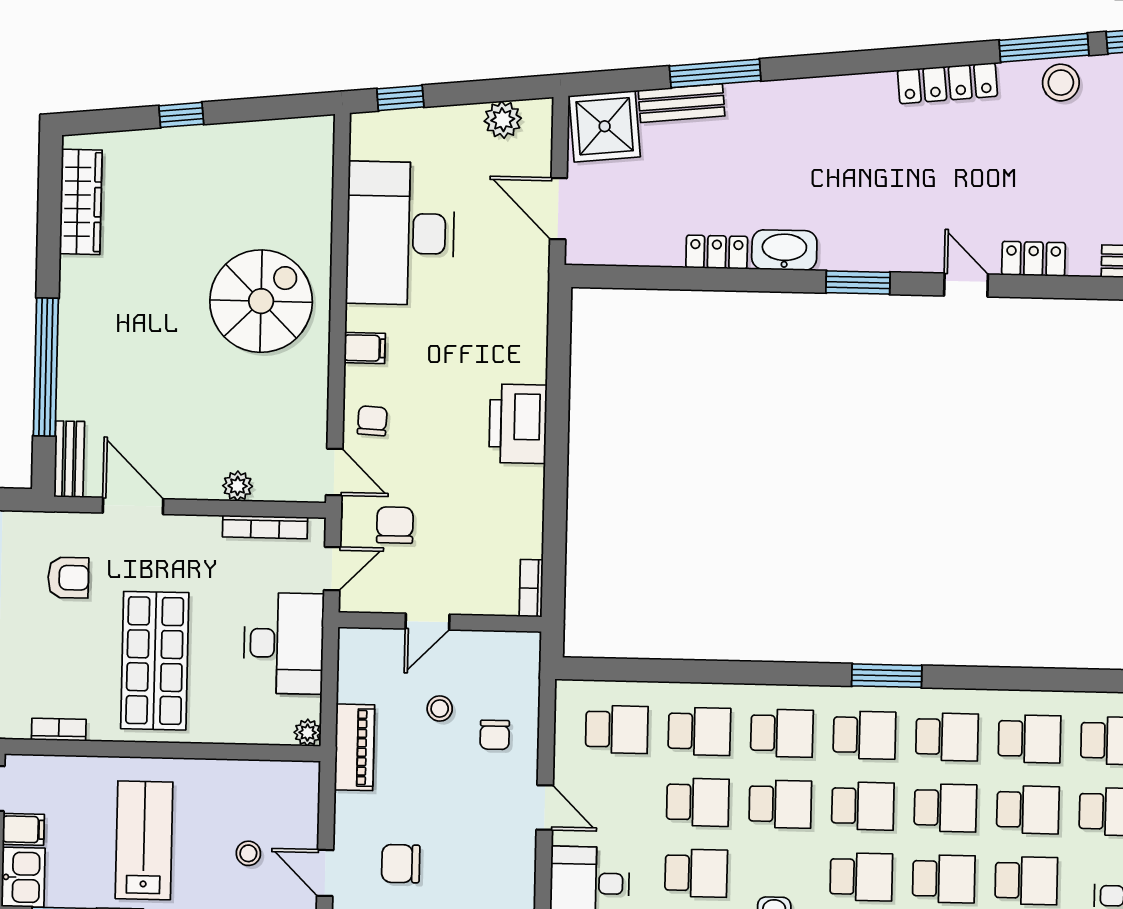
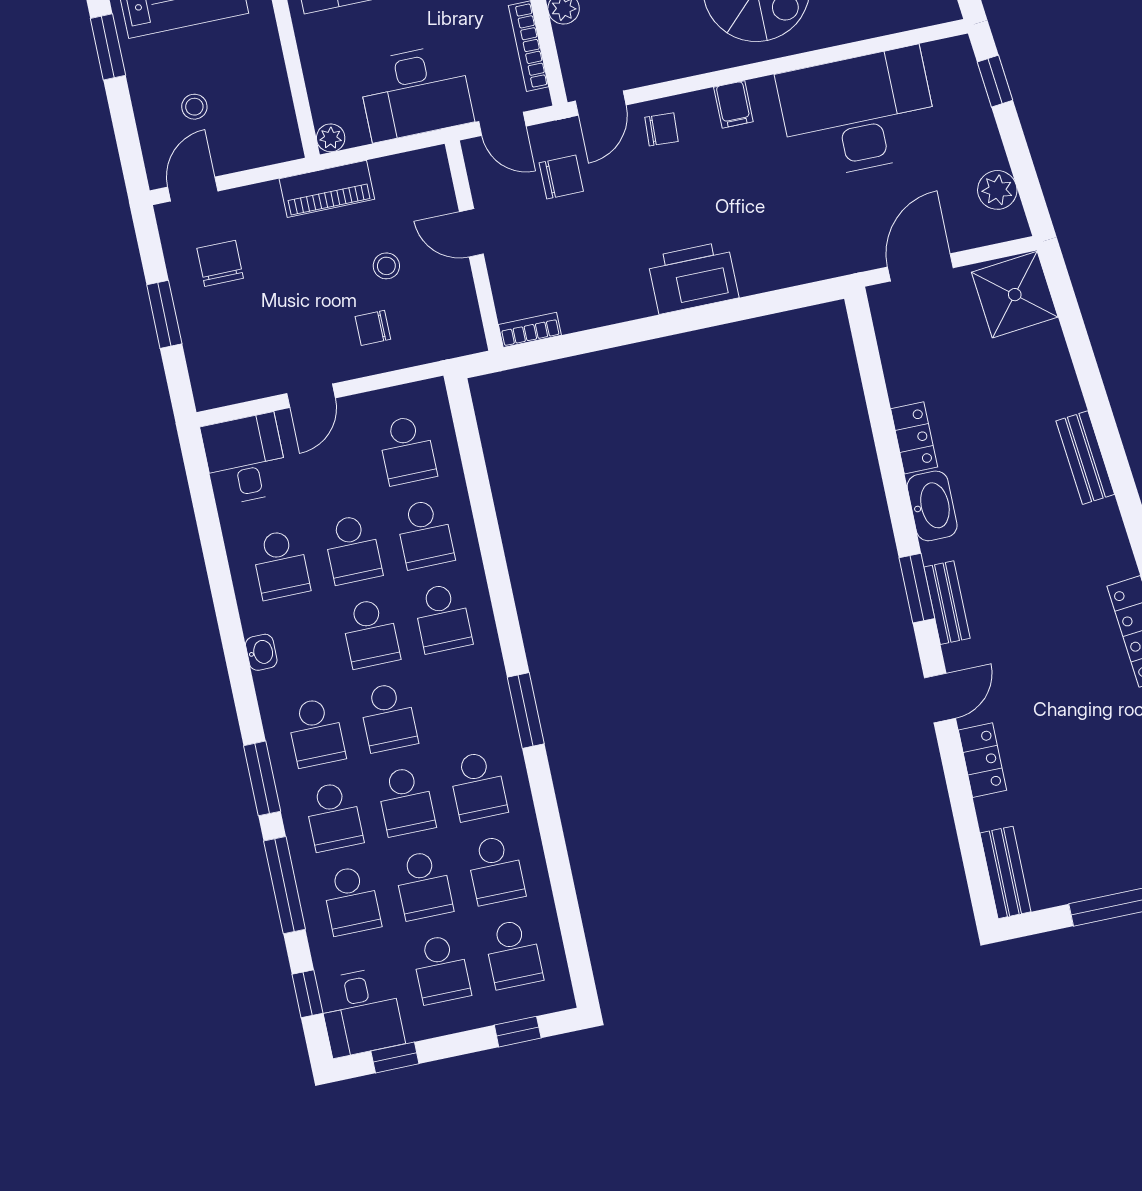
window: (715, 73) -> (1095, 394), removed
bench: (681, 103) -> (1085, 458), moved
bench: (878, 257) -> (947, 603), added
school desk: (864, 735) -> (460, 702), removed

